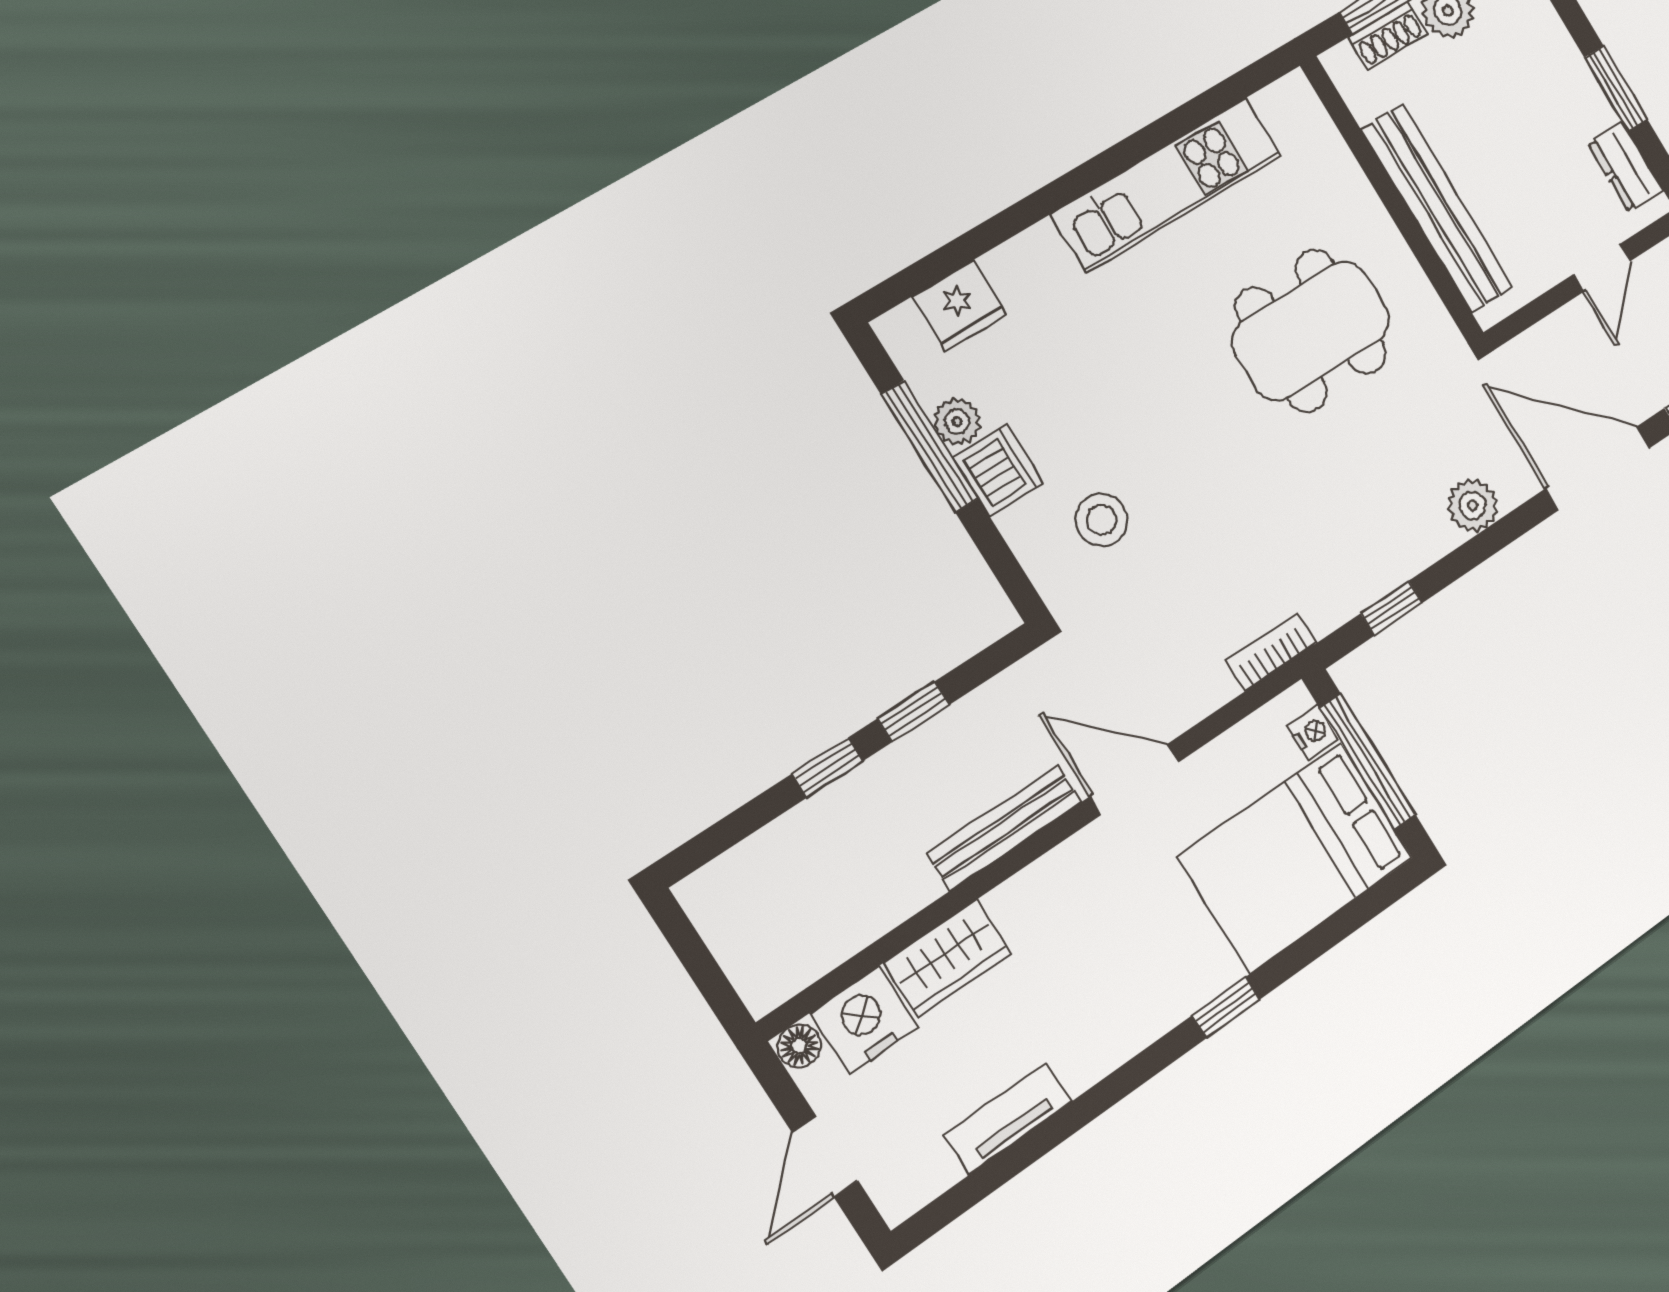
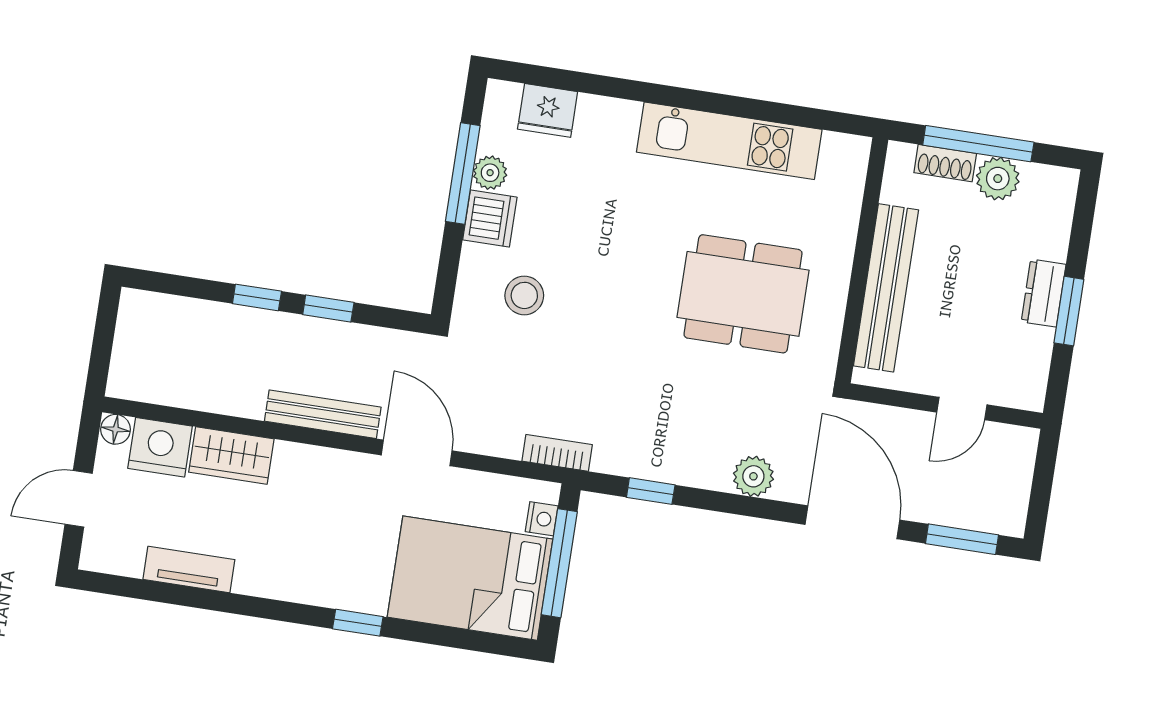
dresser: (1626, 167) -> (1044, 293), moved

